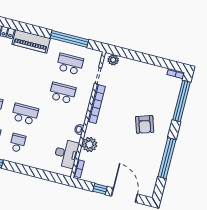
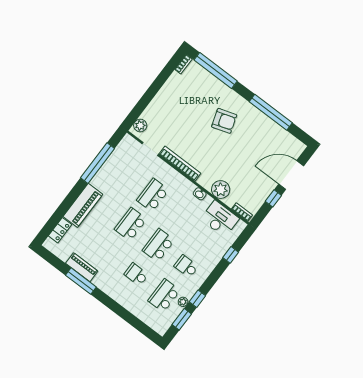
school desk: (70, 64) -> (131, 224), moved
window: (41, 174) -> (231, 255), added

